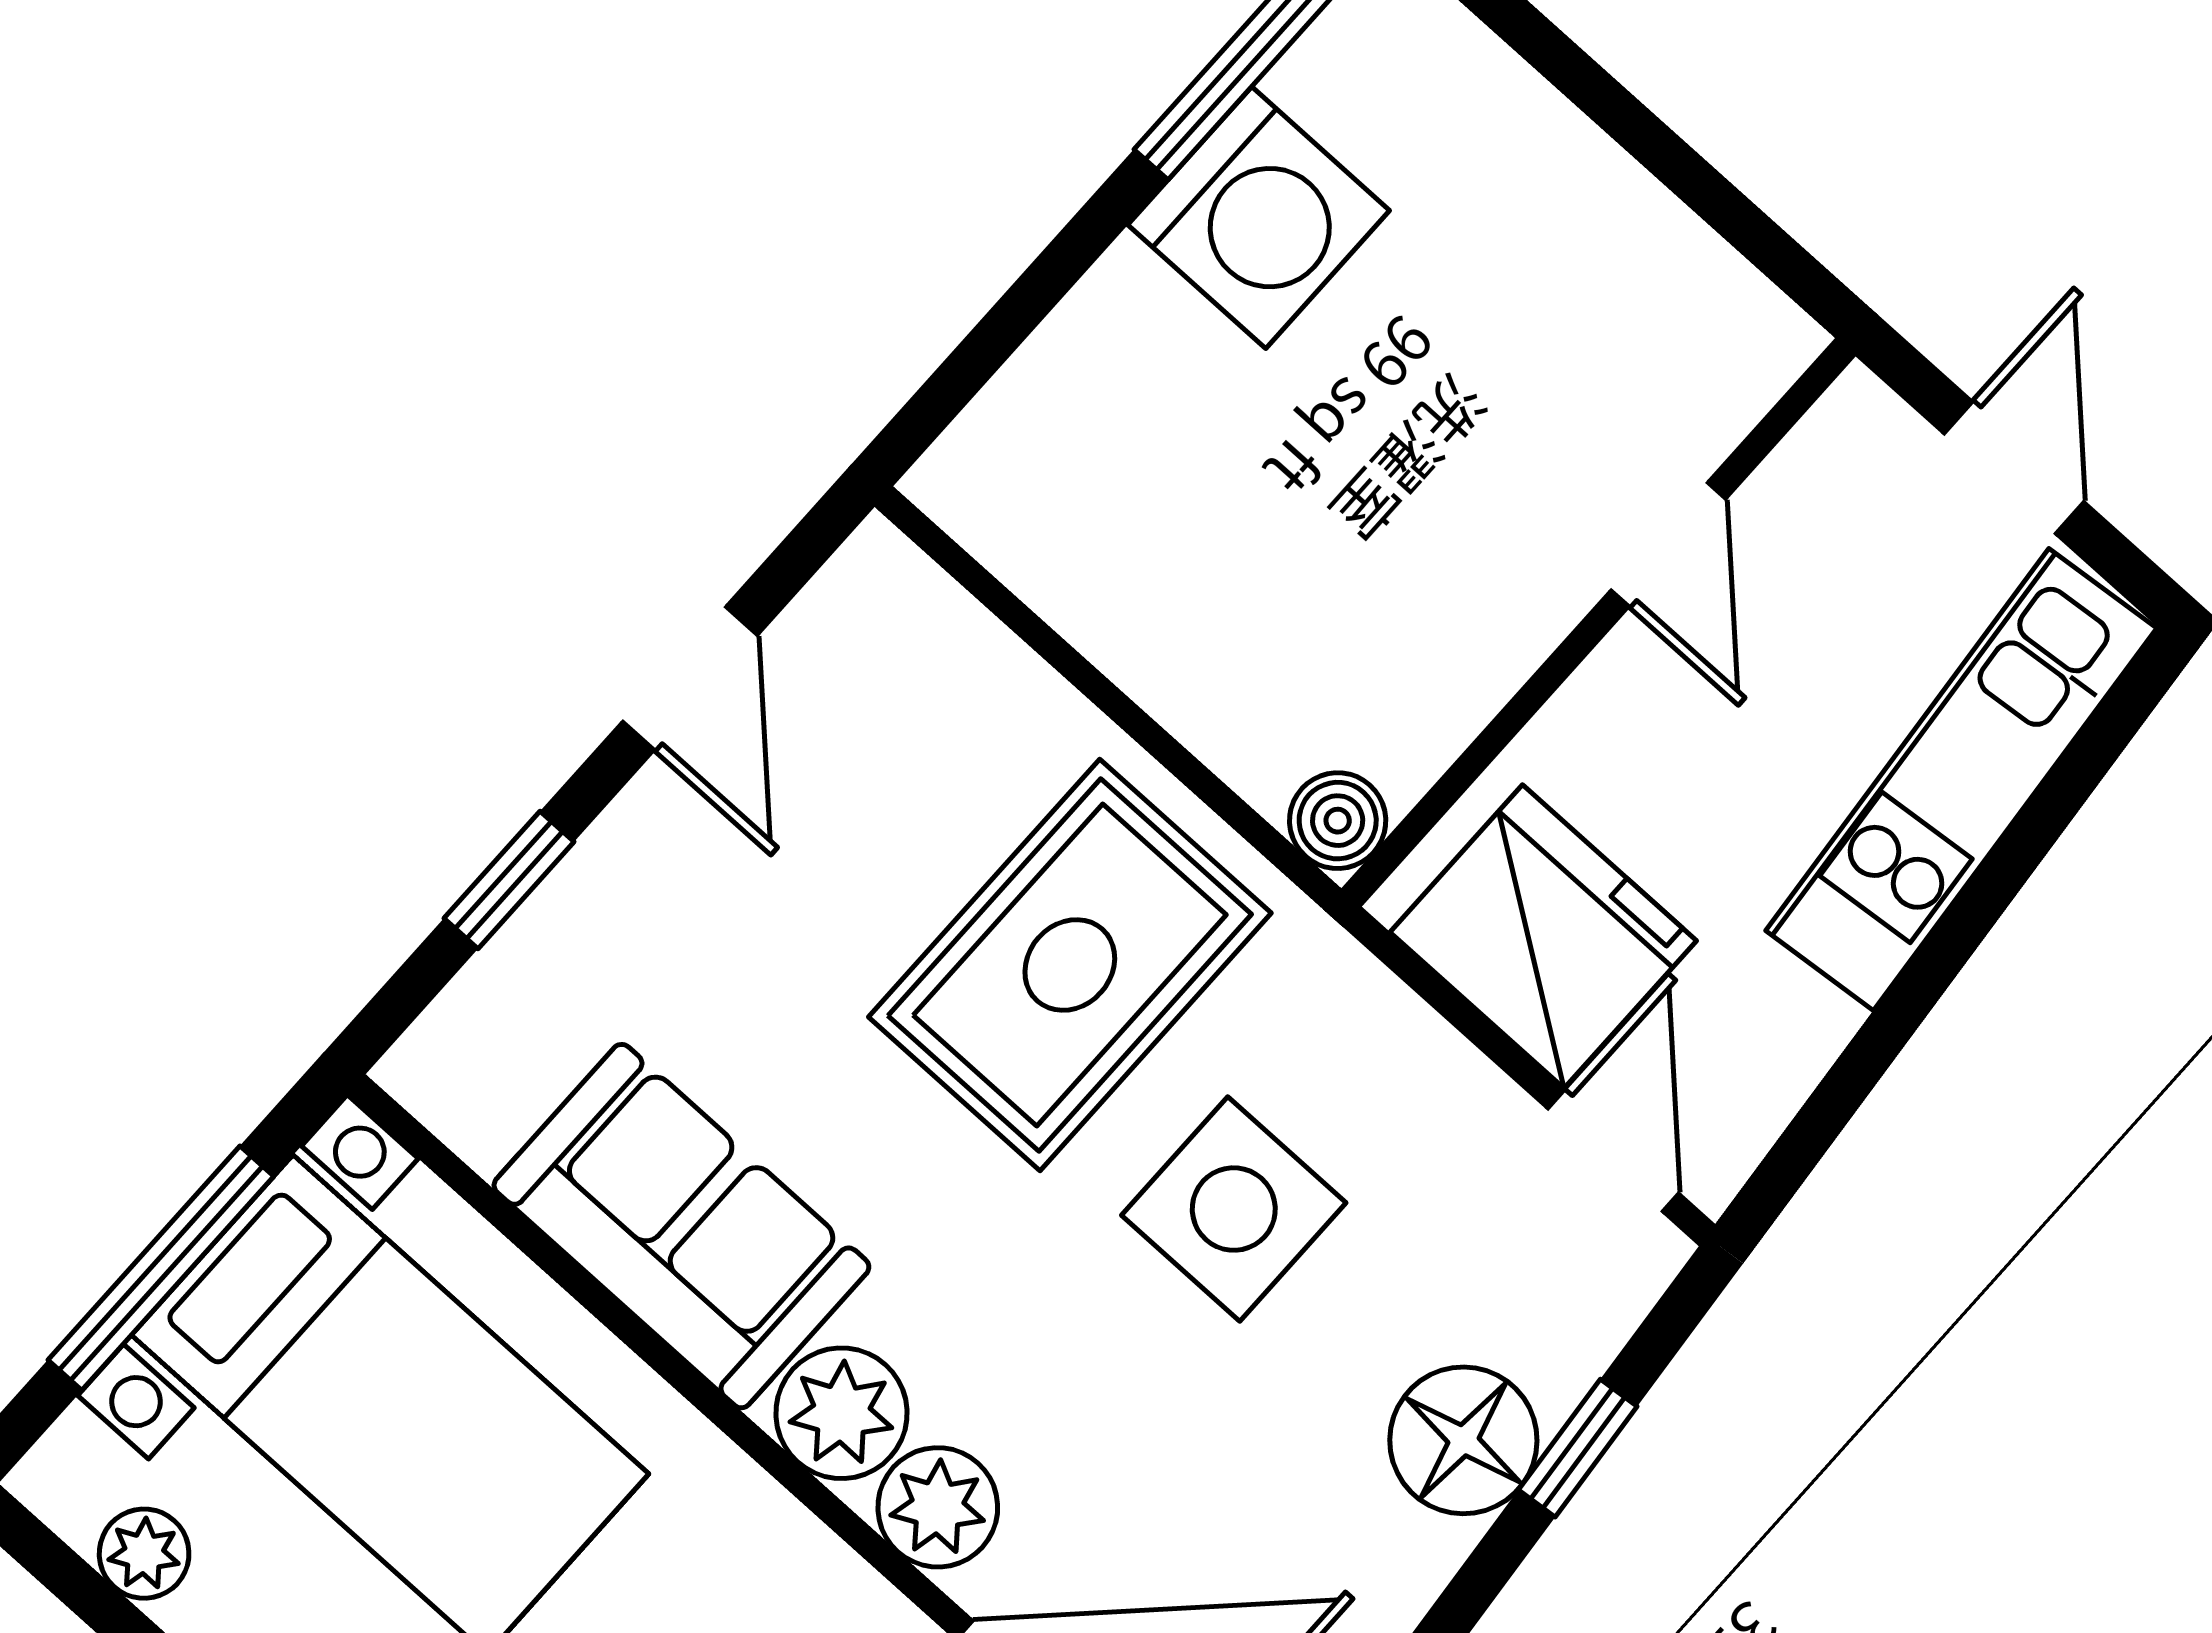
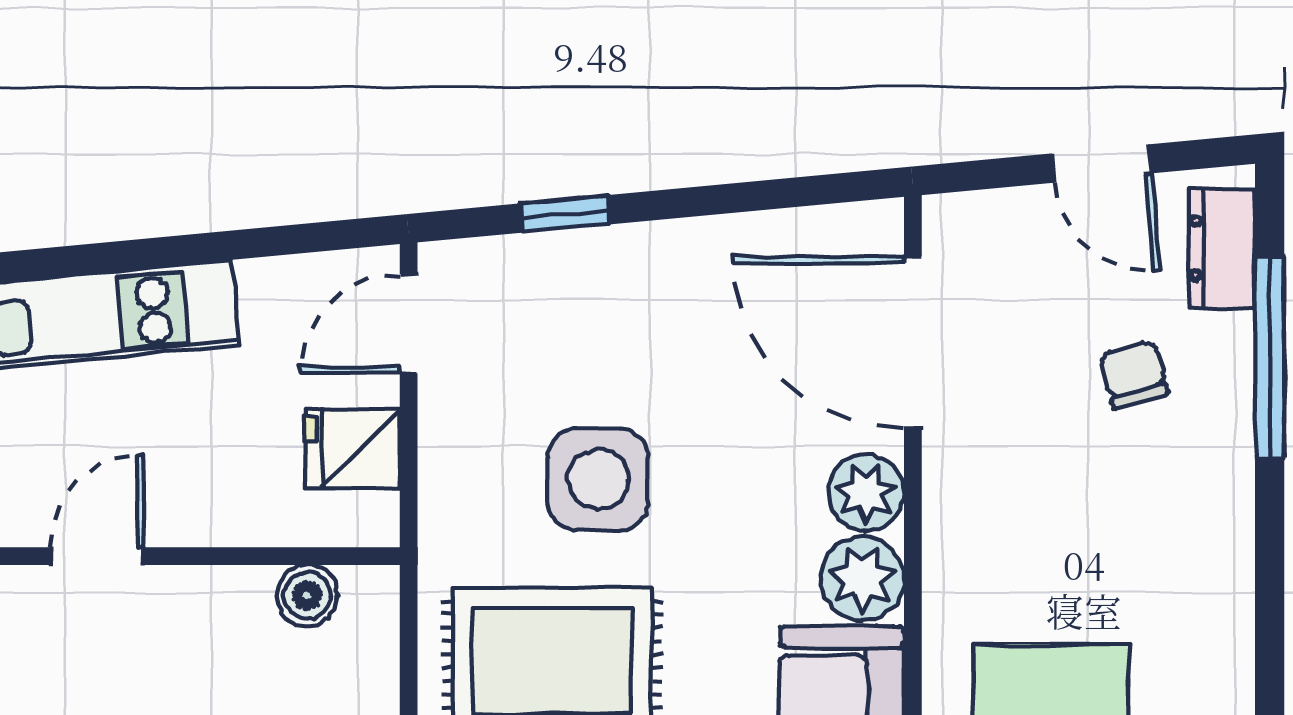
boiler: (1338, 821) -> (307, 596), moved
fridge: (1543, 936) -> (353, 448), width x0.53, depth x0.75
floor lamp: (1463, 1440) -> (610, 272), removed

